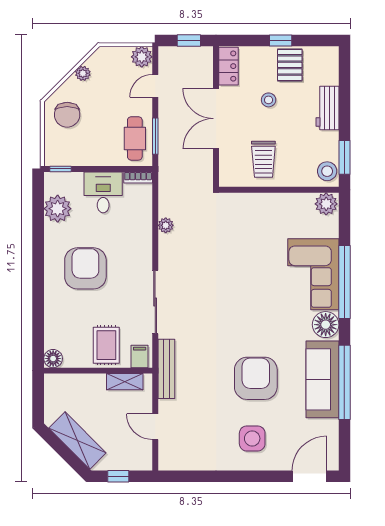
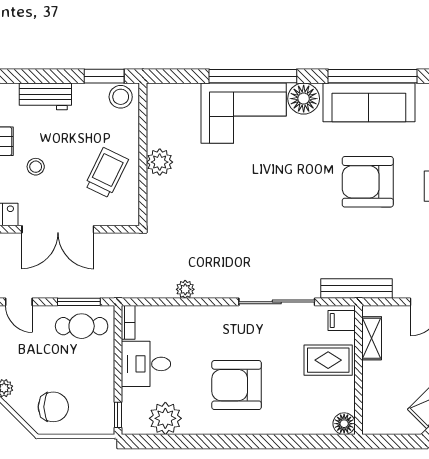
trolley: (263, 159) -> (106, 173), turned -64
plant: (326, 204) -> (160, 162), moved

